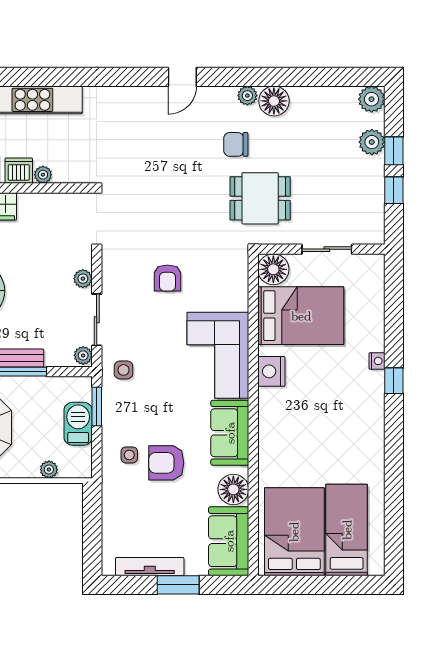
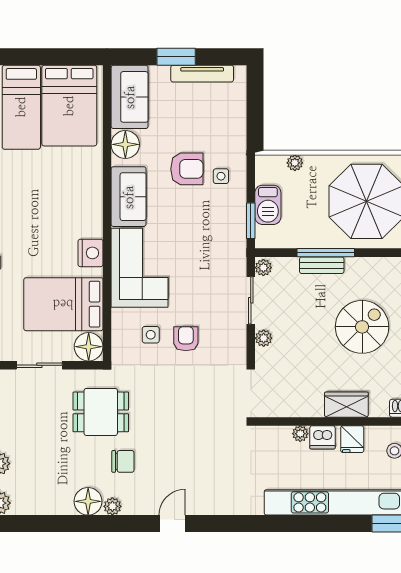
side table: (124, 370) -> (151, 335), moved

